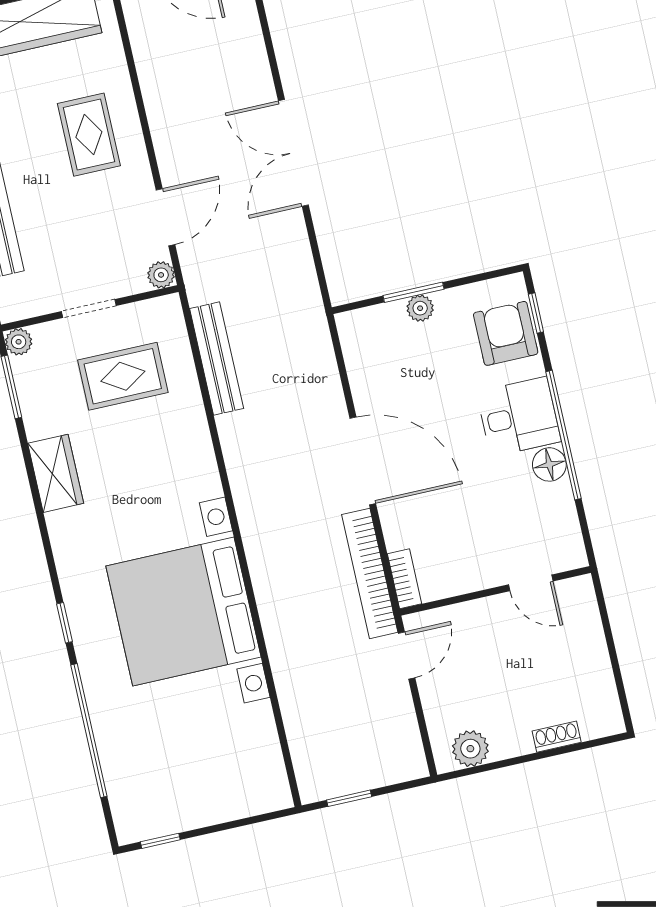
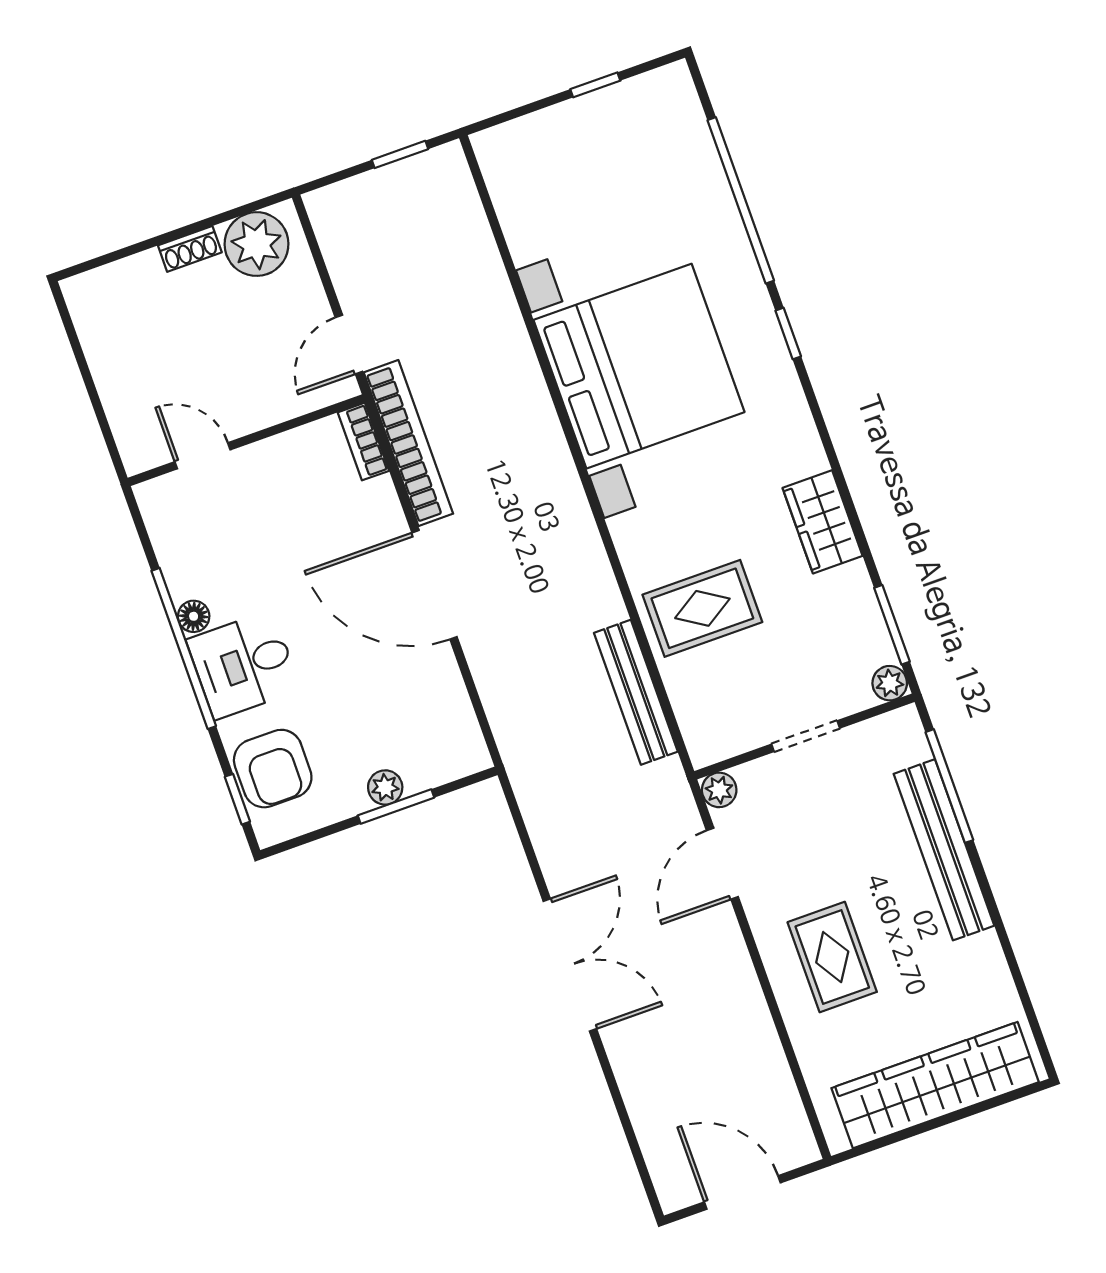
rug: (123, 376) -> (702, 608), moved
floor lamp: (549, 464) -> (194, 616), width x0.73, depth x0.73
shoe rack: (557, 737) -> (190, 249), moved
plant: (470, 749) -> (257, 244), width x1.36, depth x1.36
window: (160, 841) -> (595, 85), moved

